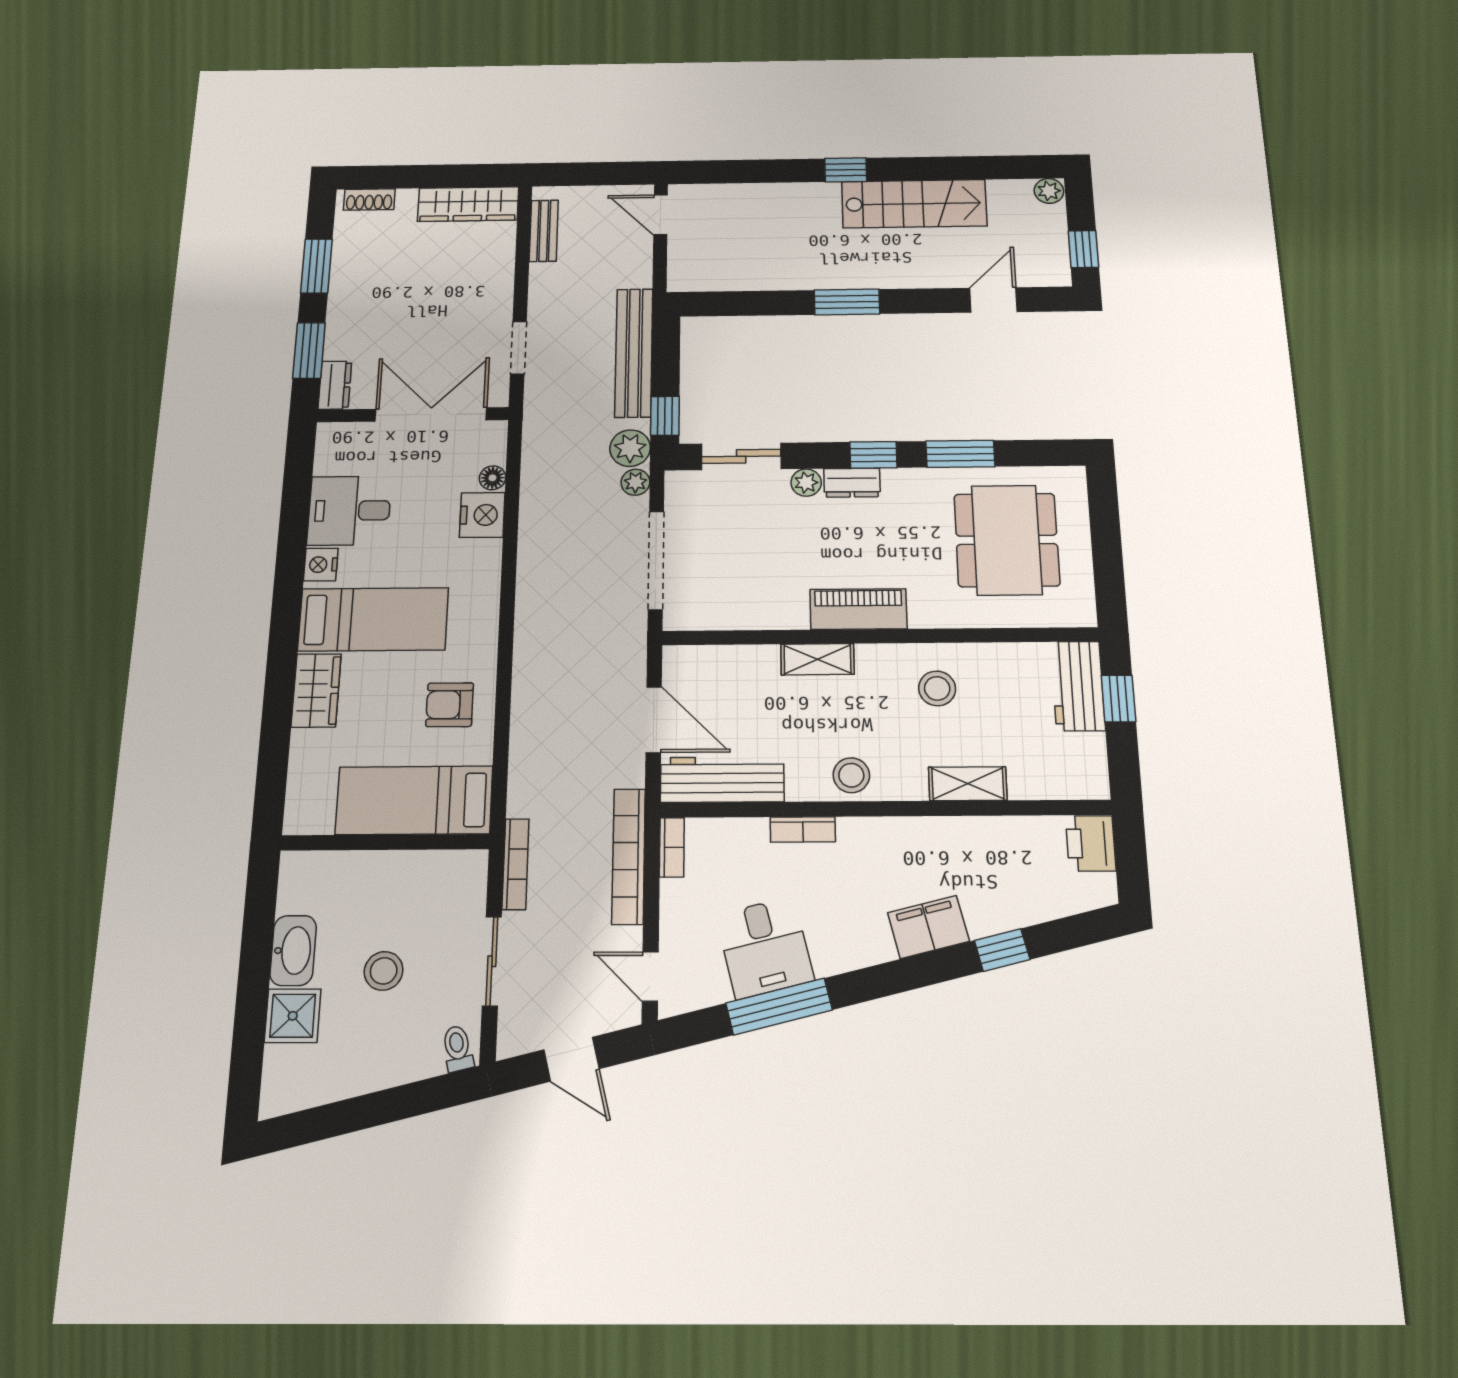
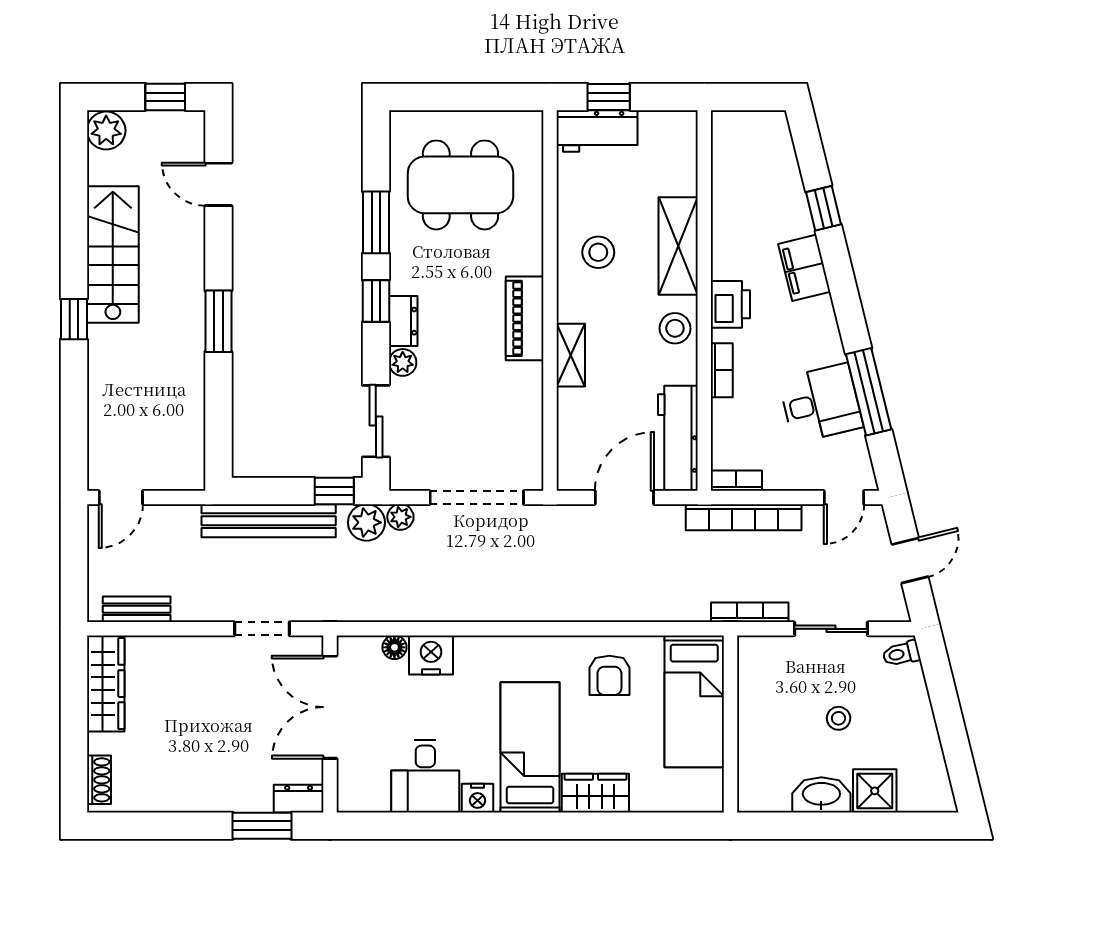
plant: (1049, 191) -> (106, 131), width x1.38, depth x1.38
window: (316, 266) -> (172, 826), removed
shelving: (968, 784) -> (678, 246), width x1.50, depth x1.33
printer: (1091, 843) -> (730, 304), moved, turned -90
stool: (384, 971) -> (839, 718), width x0.73, depth x0.73

